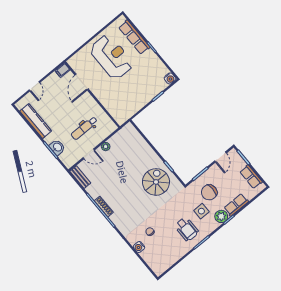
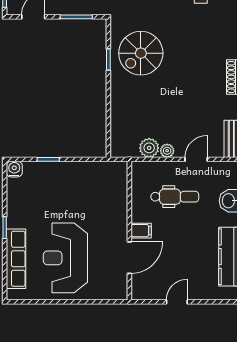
filing cabinet: (63, 70) -> (141, 231), moved
door: (34, 86) -> (177, 302), moved
plant: (115, 141) -> (149, 148), added
door: (89, 154) -> (196, 159), hinge flipped

